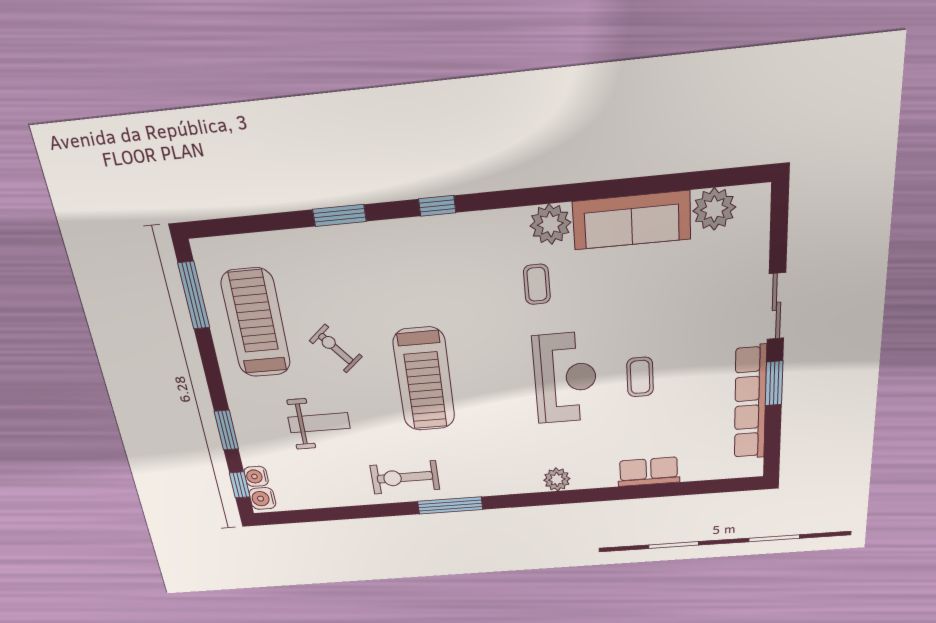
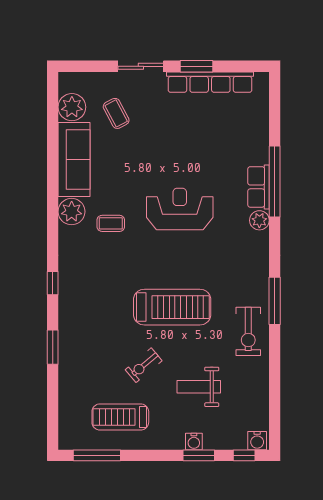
treadmill: (256, 323) -> (120, 417), width x0.73, depth x0.73
coffee table: (640, 377) -> (116, 113), moved, turned 62
weight bench: (319, 423) -> (199, 387), turned -90
row of seats: (649, 472) -> (259, 187), moved
water cooler: (256, 476) -> (194, 441), moved
window: (611, 494) -> (275, 181), added

